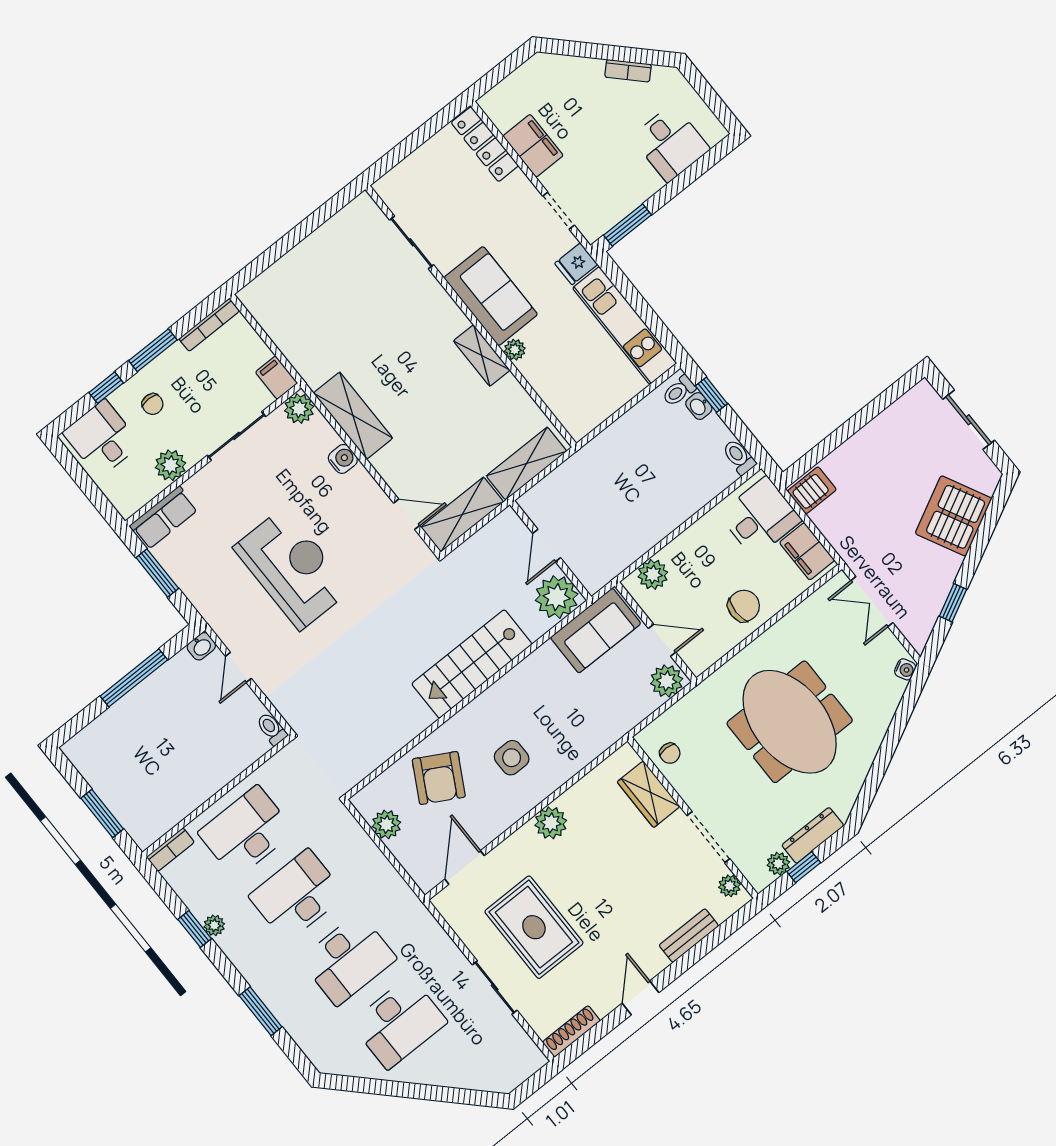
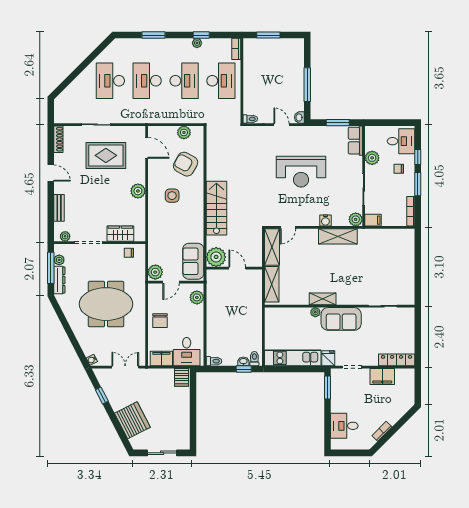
window: (804, 867) -> (51, 268), width x2.17

